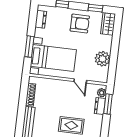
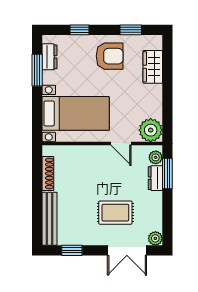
wardrobe: (108, 24) -> (153, 67), moved
window: (29, 47) -> (37, 70), moved
plant: (102, 59) -> (151, 130), moved

